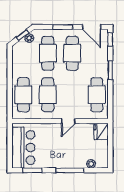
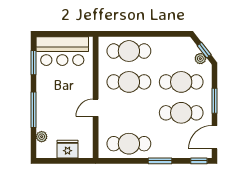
door: (68, 121) -> (96, 108), hinge flipped
fridge: (101, 131) -> (68, 149), moved

